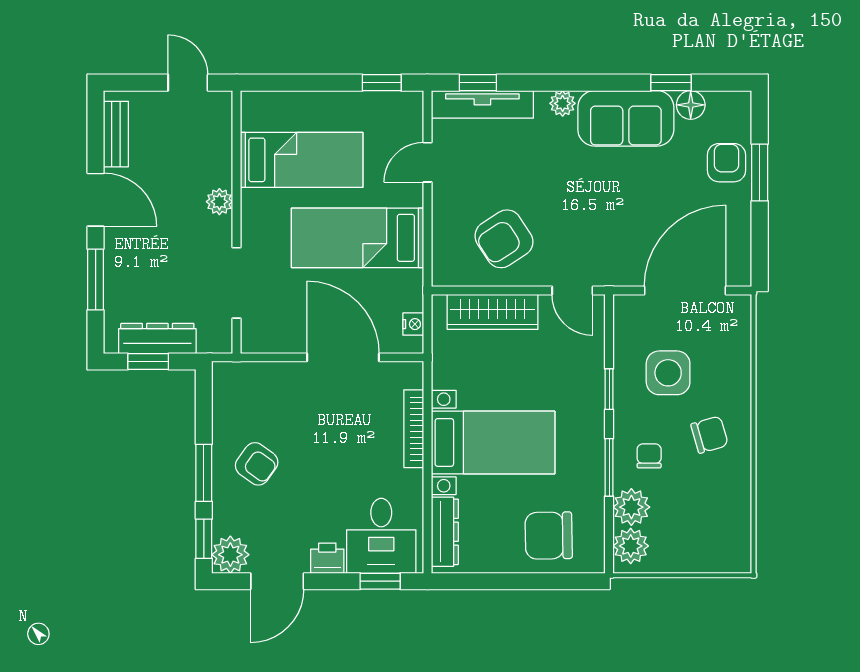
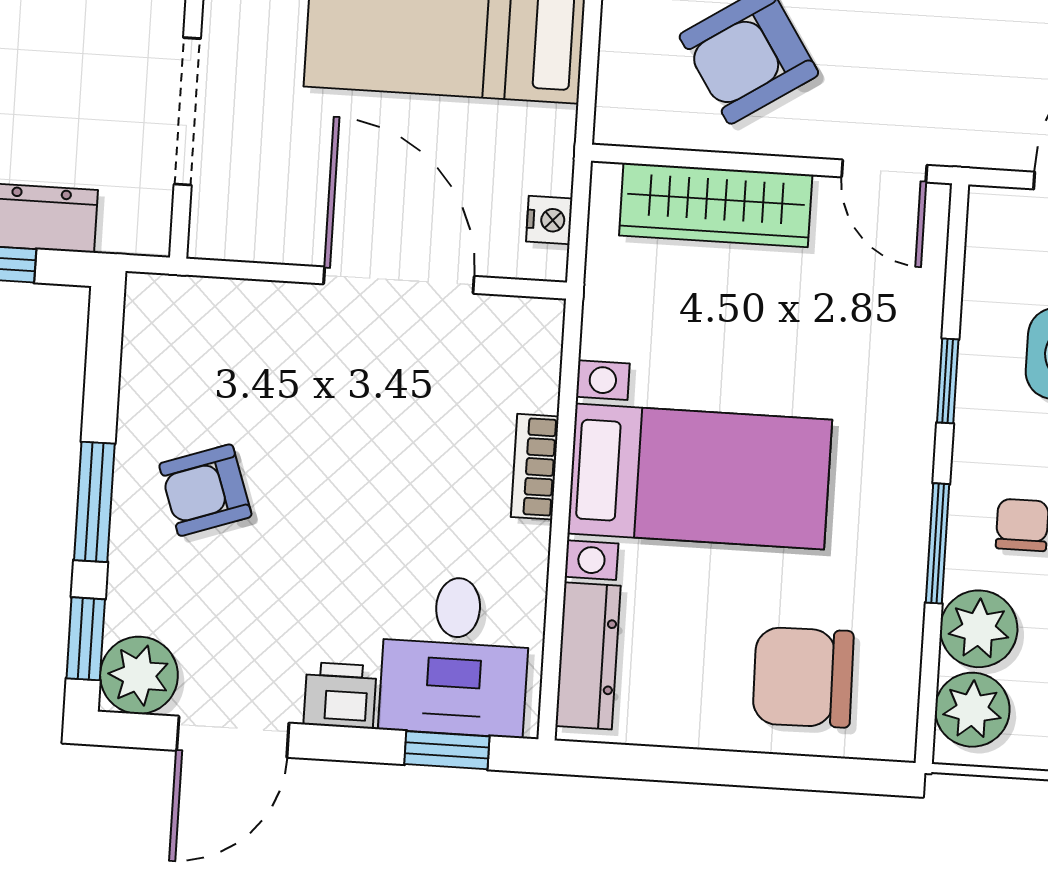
bookcase: (414, 429) -> (535, 467), width x0.64
armchair: (257, 464) -> (205, 490), turned 125

